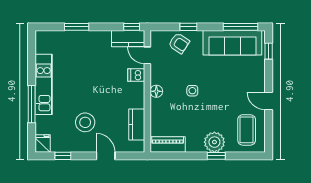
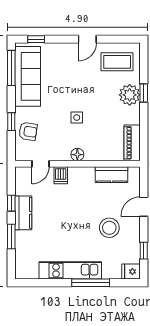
window: (132, 27) -> (11, 203), moved
kitchen counter: (128, 39) -> (23, 213), moved
armchair: (179, 43) -> (28, 131), turned 66

